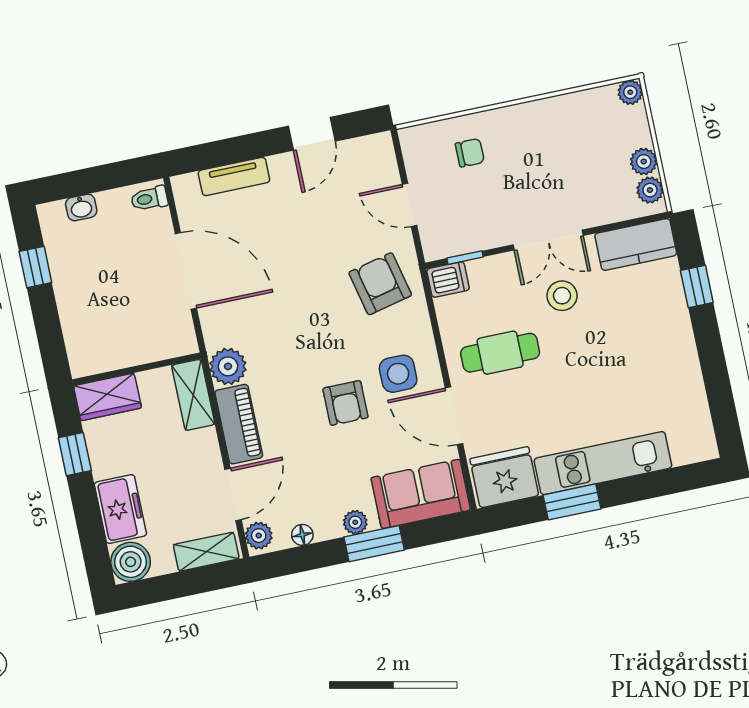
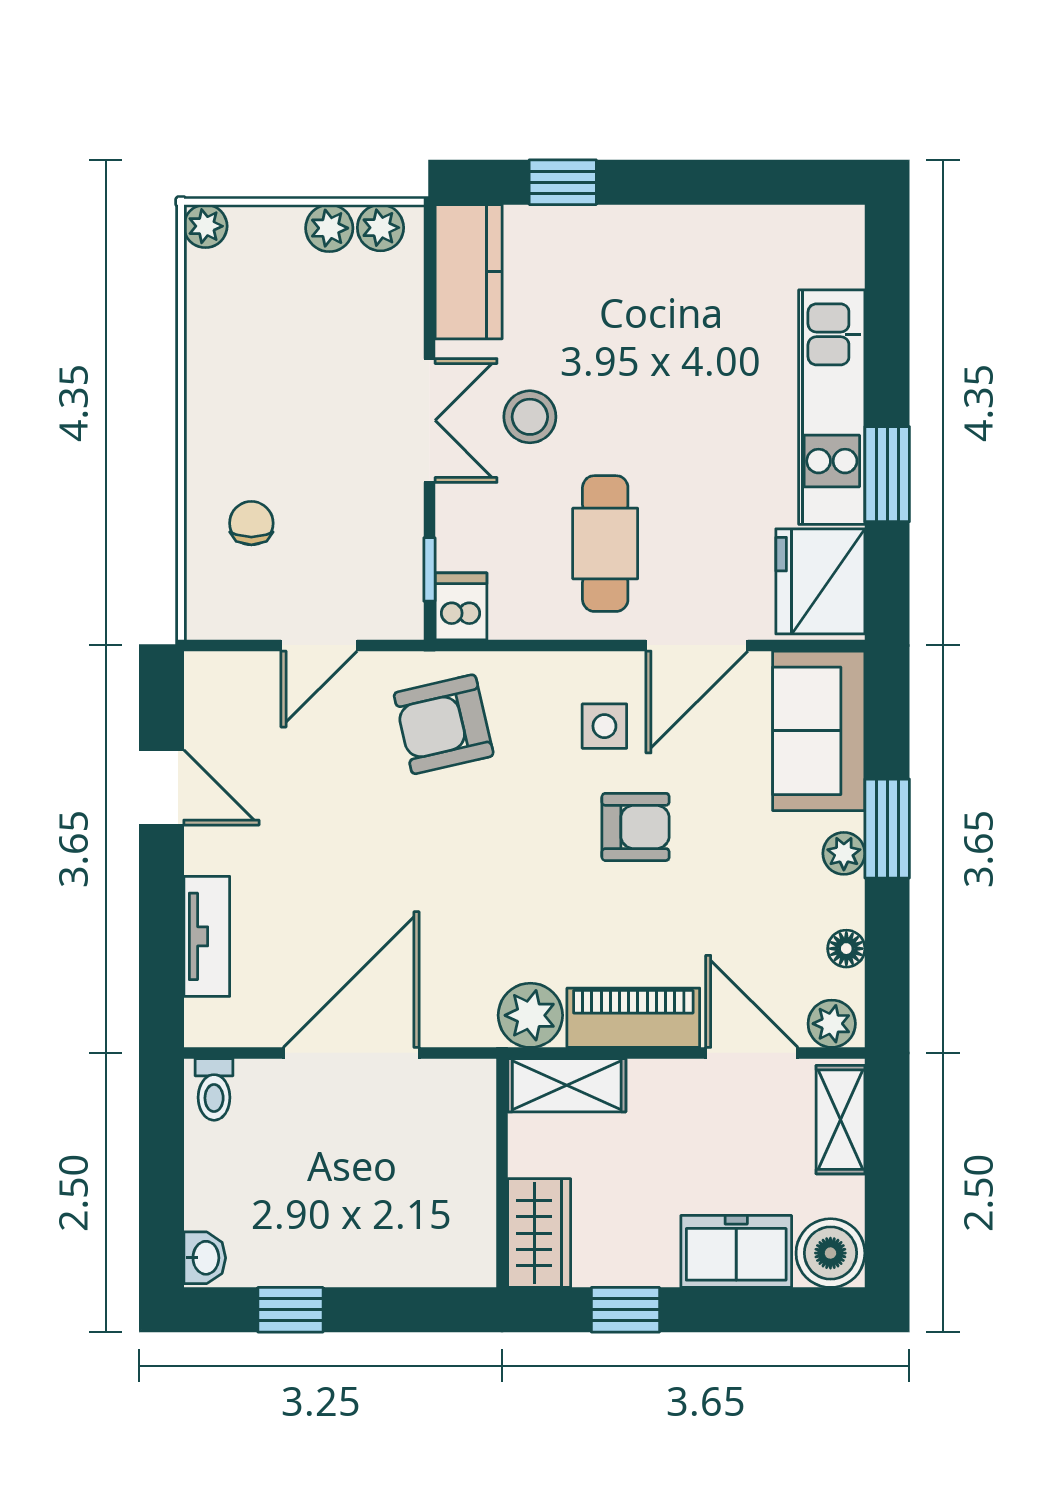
washbasin: (81, 207) -> (205, 1258), moved
side table: (398, 374) -> (604, 726), width x0.73, depth x0.73

